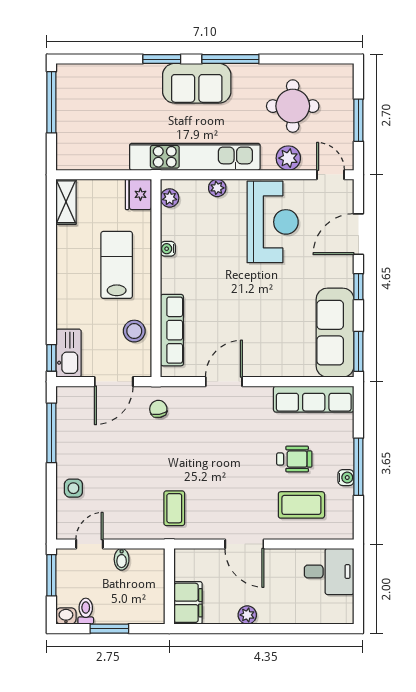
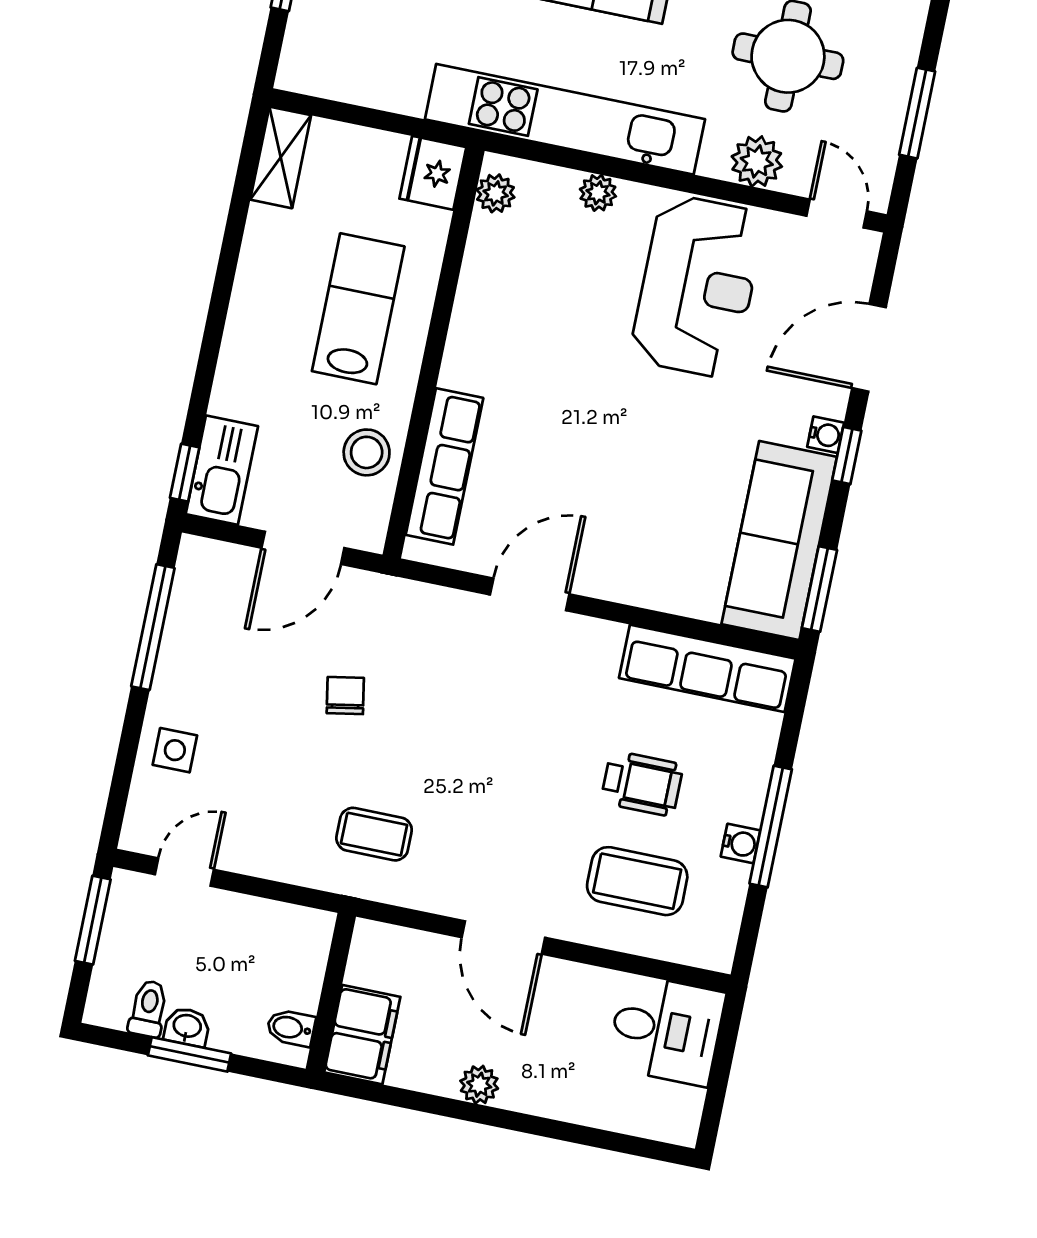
water cooler: (168, 249) -> (826, 435), moved, turned 180
chair: (158, 409) -> (345, 696), moved
coffee table: (174, 508) -> (374, 834), turned 90
bidet: (122, 559) -> (291, 1028), moved, turned 90
washbasin: (66, 616) -> (187, 1027), moved

